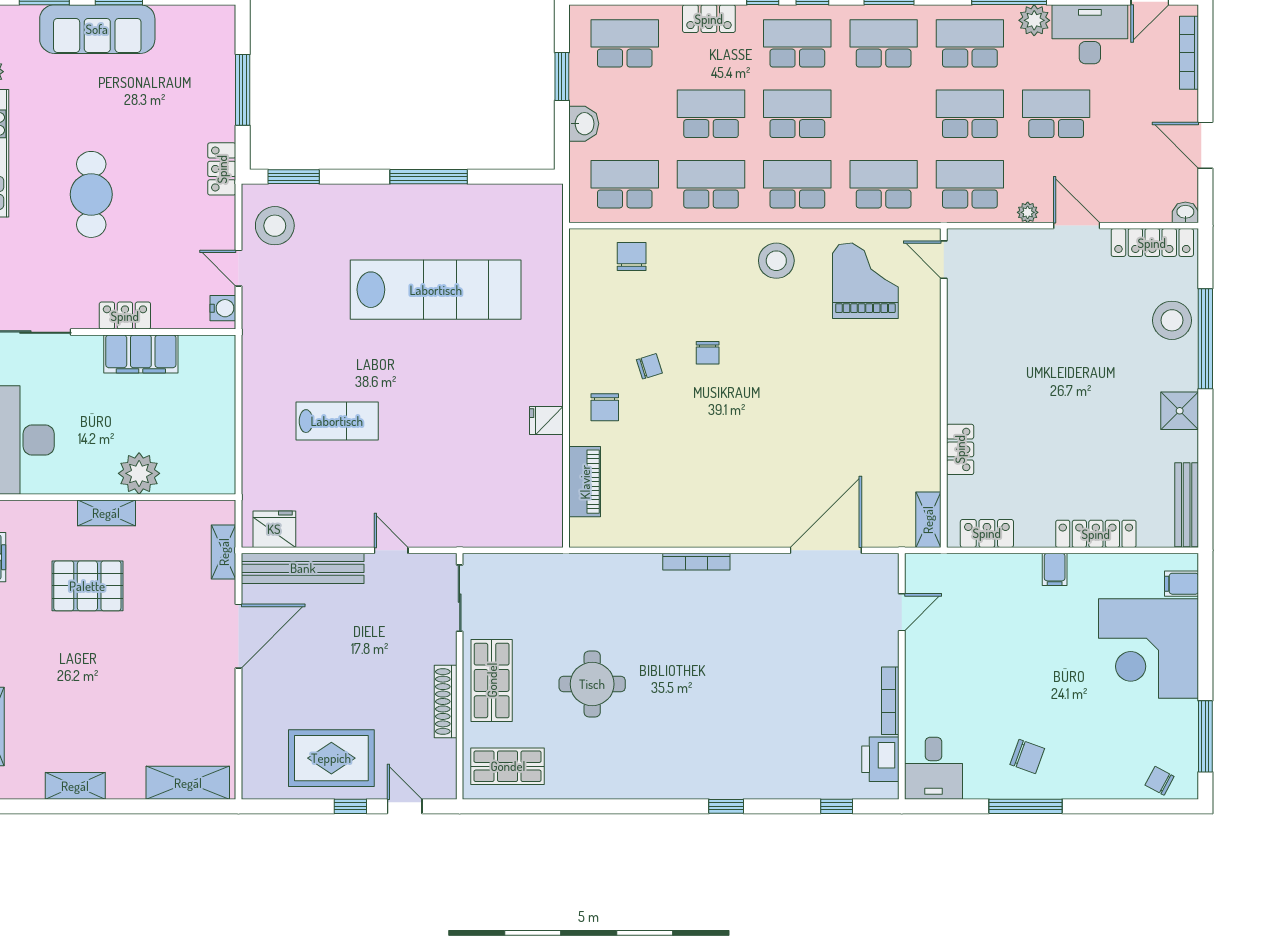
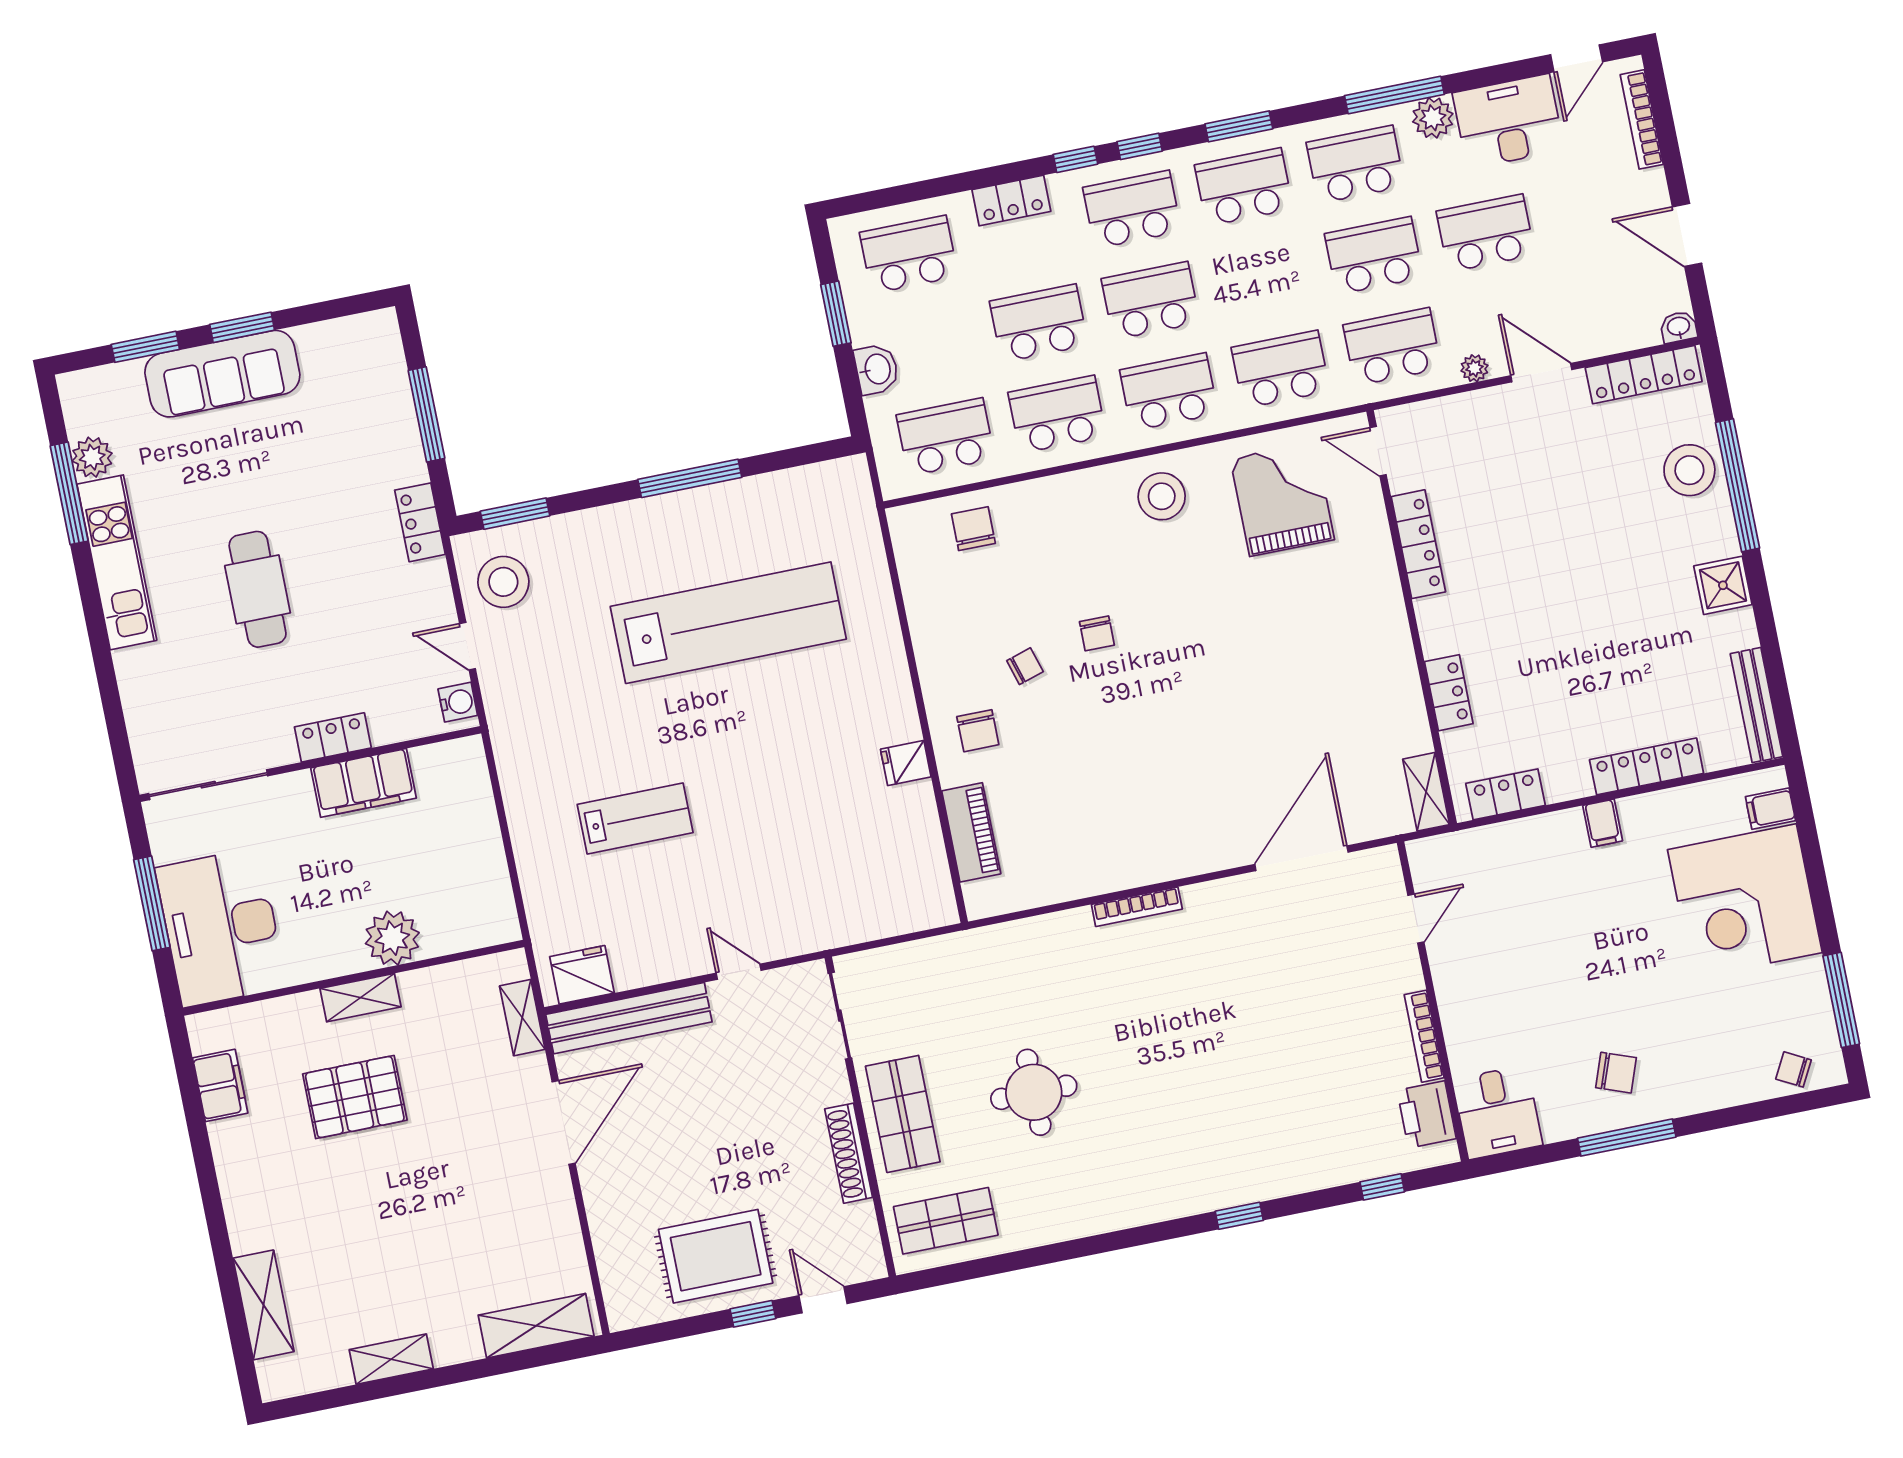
locker: (960, 335) -> (1418, 544), added

